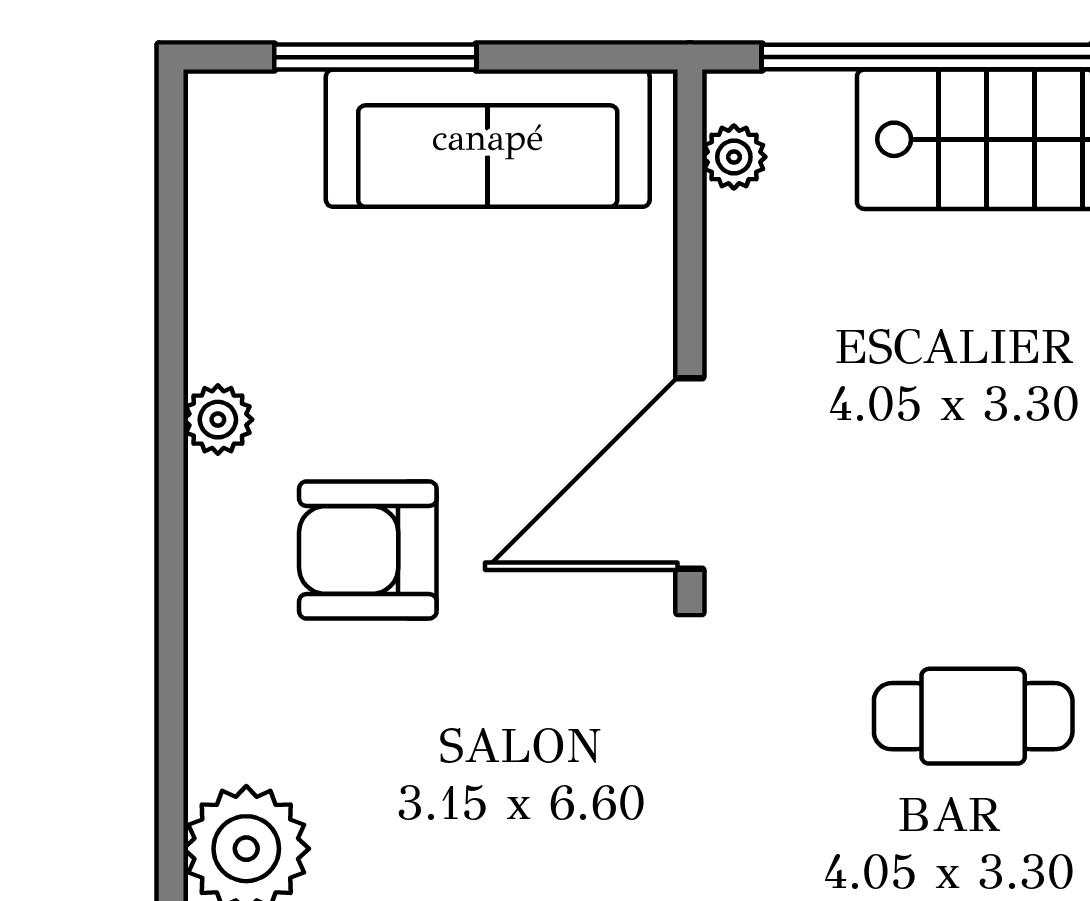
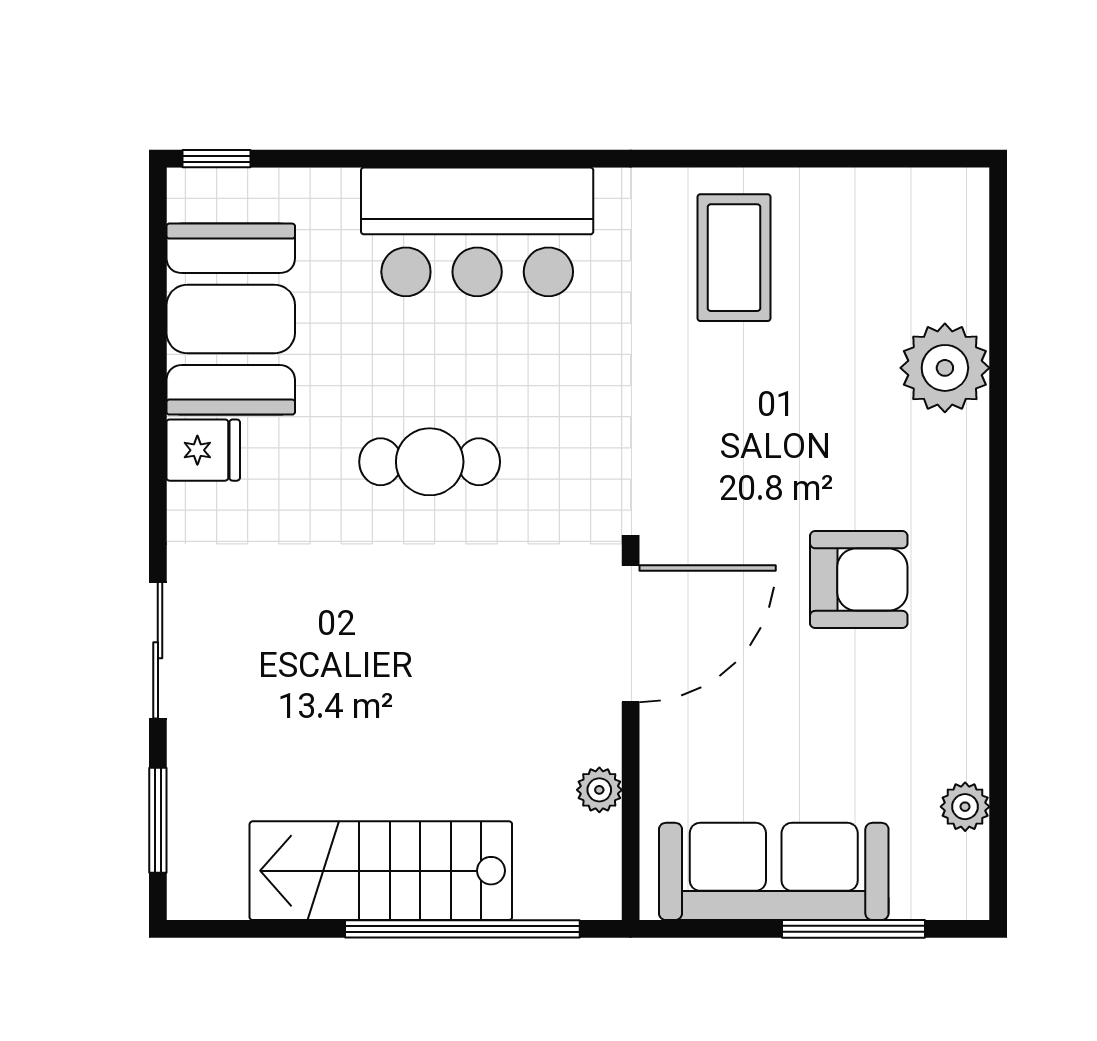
plant: (734, 157) -> (599, 790), moved
plant: (218, 420) -> (965, 807), moved

